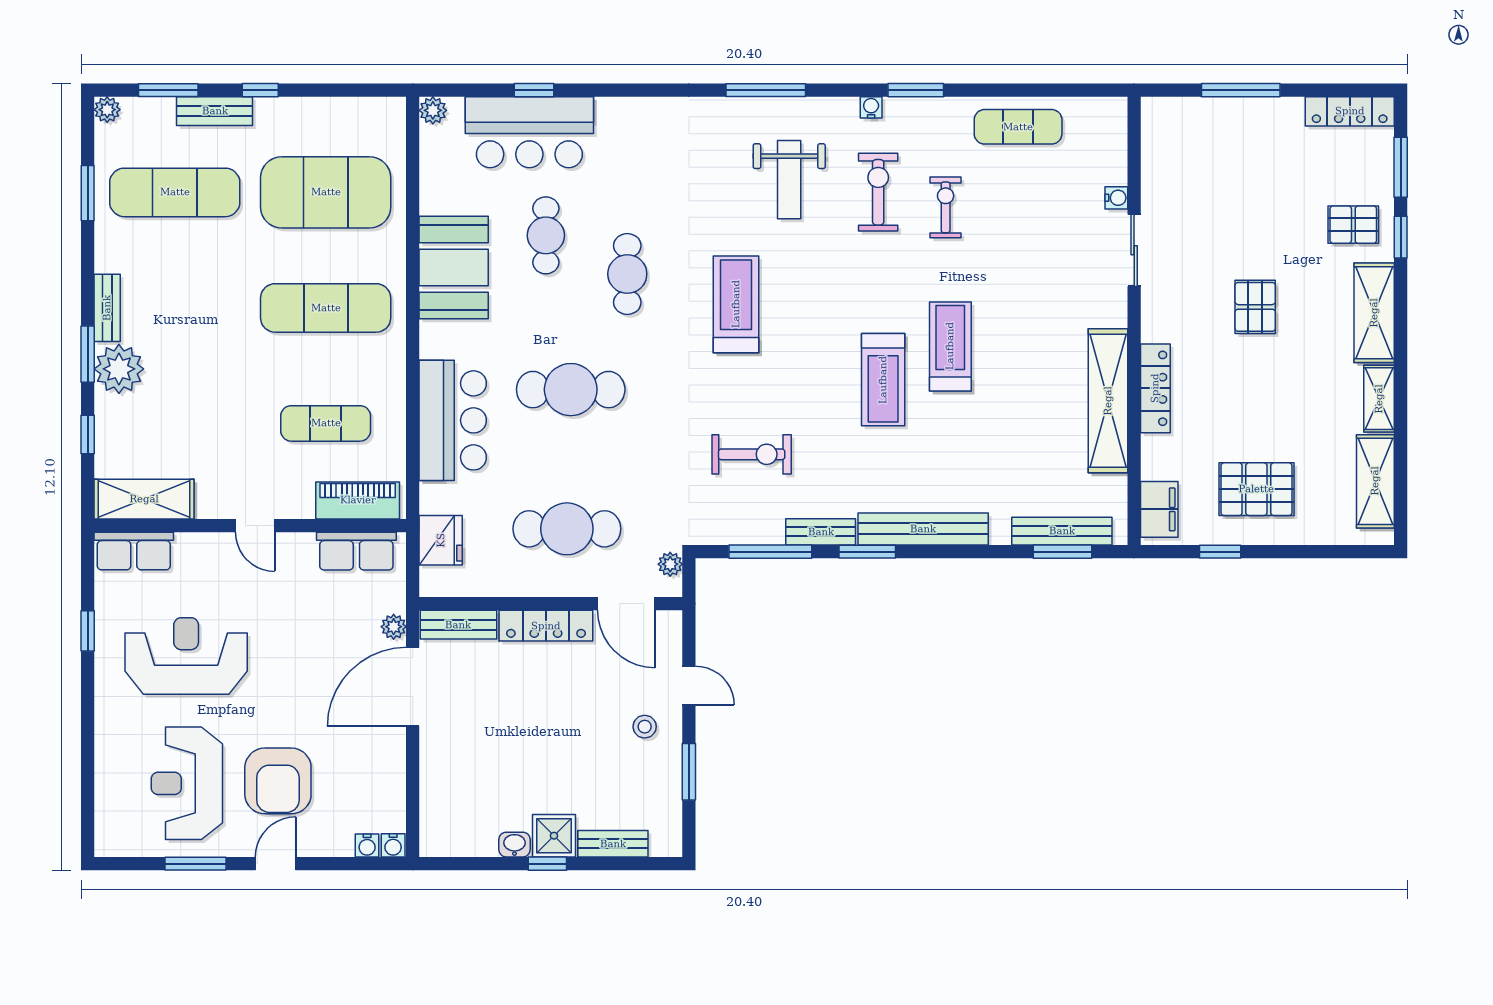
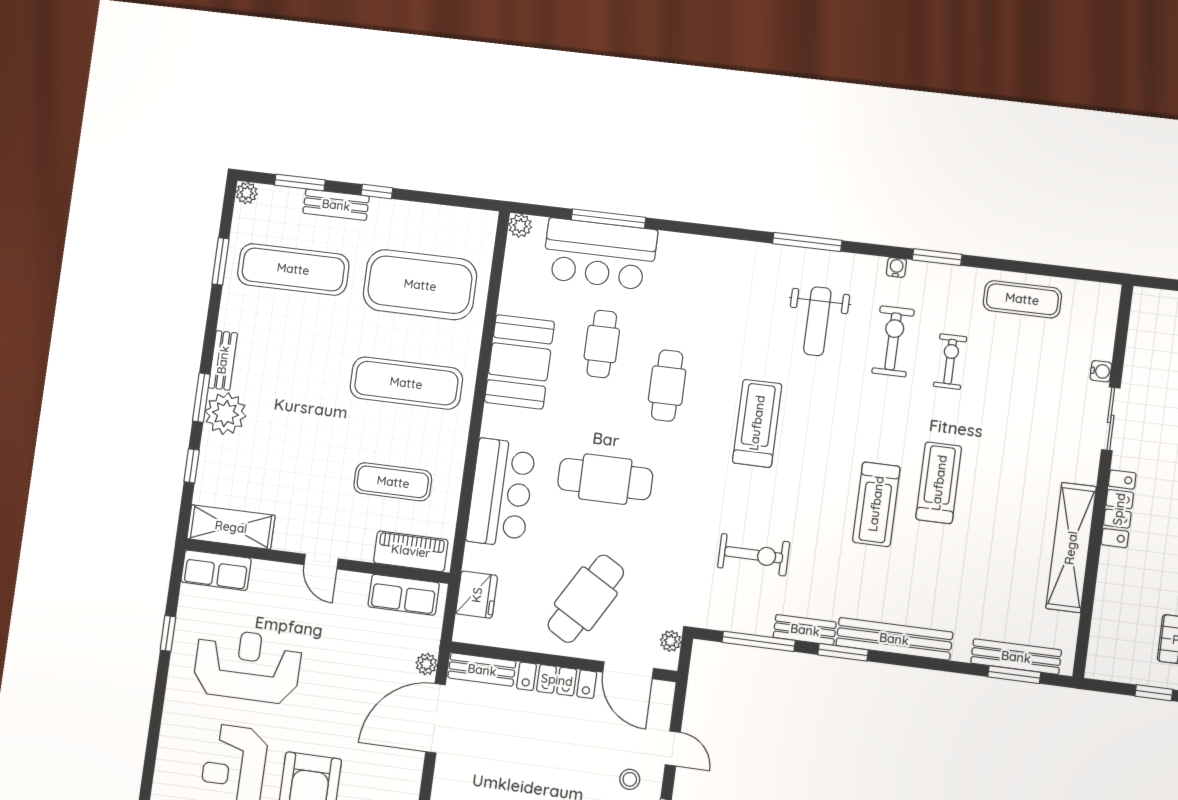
window: (534, 90) -> (608, 219), width x2.17
locker: (1155, 388) -> (1119, 509), moved
filing cabinet: (1159, 509) -> (1104, 649), removed
cafe table: (567, 529) -> (586, 599), turned -60

